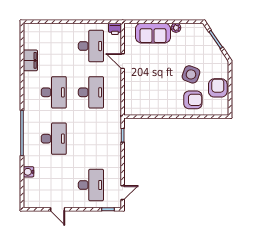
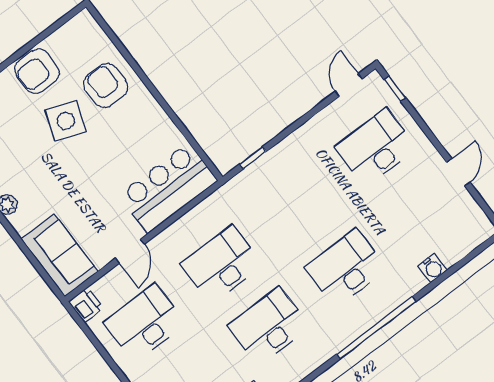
sofa: (153, 33) -> (60, 255), moved
armchair: (218, 88) -> (37, 71), moved
bar counter: (136, 94) -> (168, 188), added
door: (123, 193) -> (349, 85), hinge flipped

